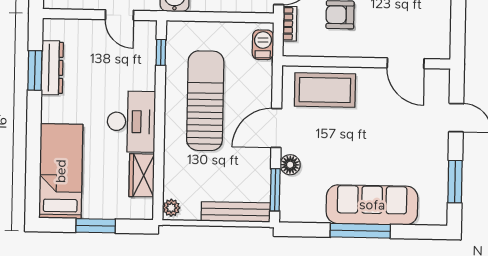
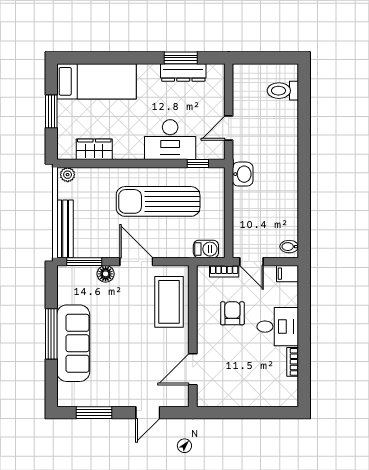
sun lounger: (205, 101) -> (158, 201), turned 180
desk: (131, 122) -> (170, 140), moved

